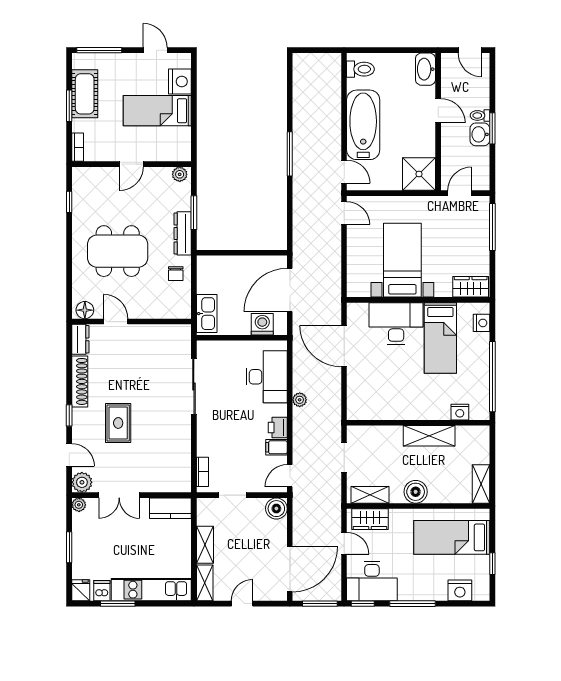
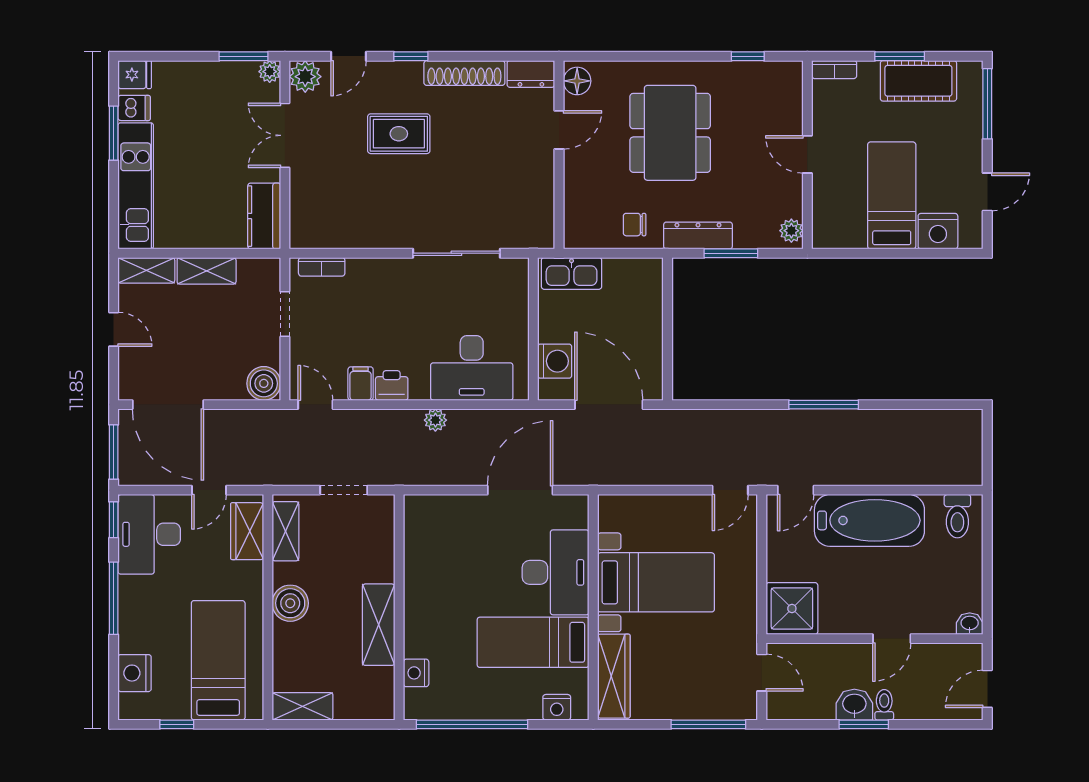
washbasin: (425, 69) -> (970, 624), width x0.52, depth x0.69
wardrobe: (471, 287) -> (614, 676), width x1.50
window: (69, 547) -> (244, 56), moved

